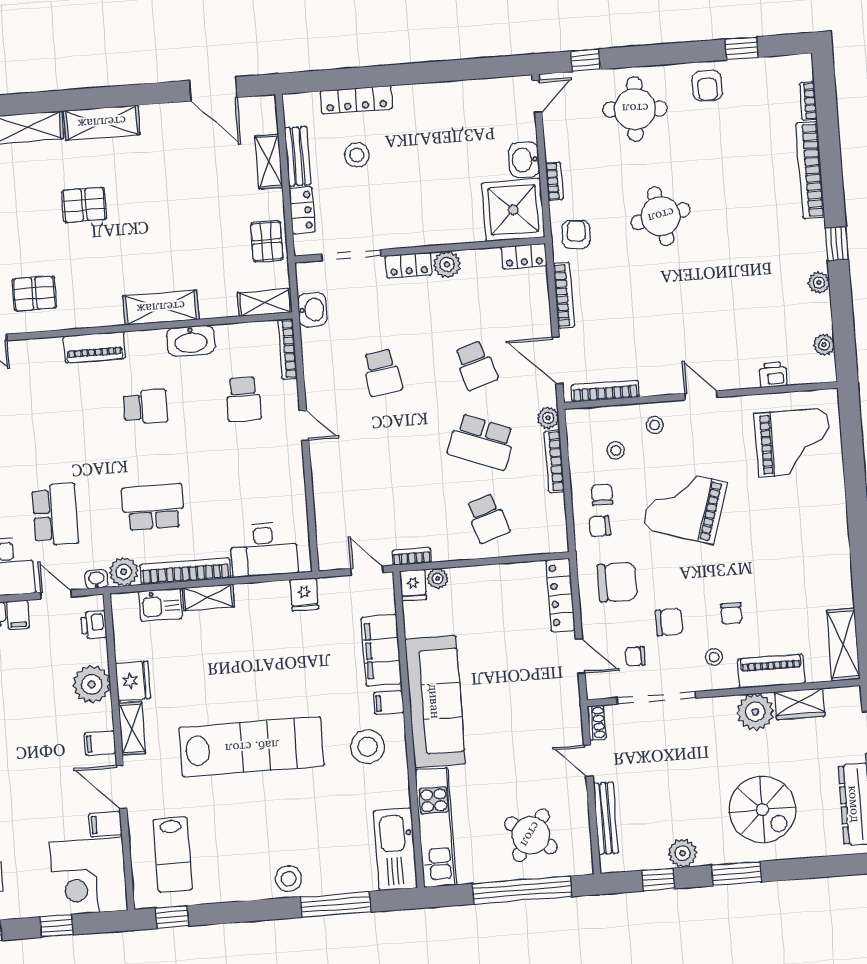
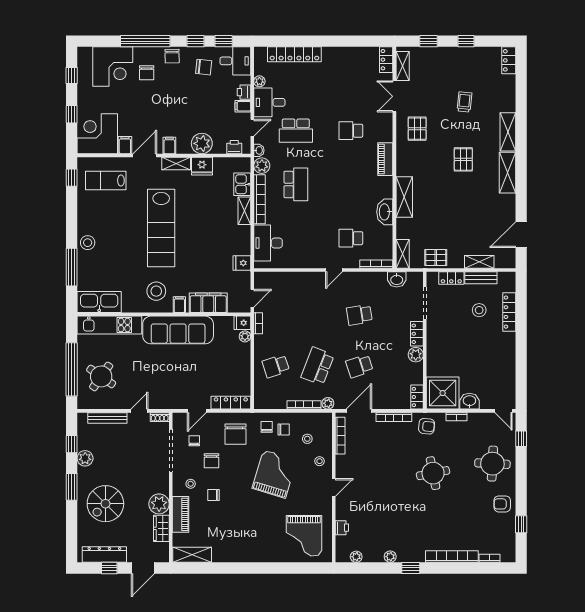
school desk: (145, 407) -> (351, 131), moved, turned 90

